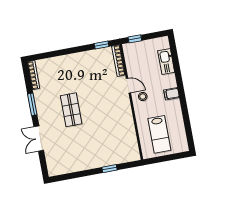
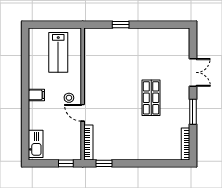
kitchen sink: (166, 62) -> (36, 144), moved
lab bench: (159, 134) -> (58, 52), turned 180

